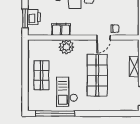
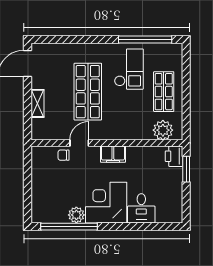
printer: (34, 17) -> (174, 156), moved
filing cabinet: (61, 29) -> (113, 154), moved
plant: (66, 47) -> (163, 130), moved

